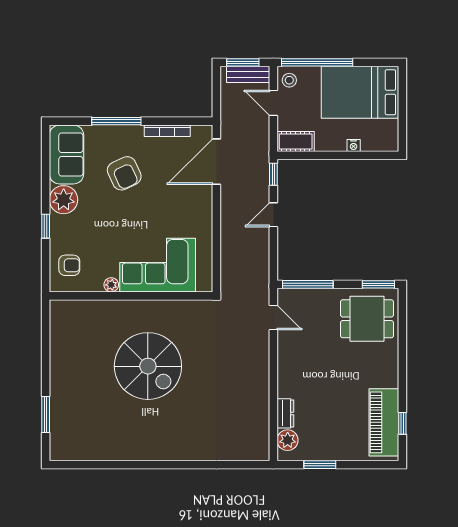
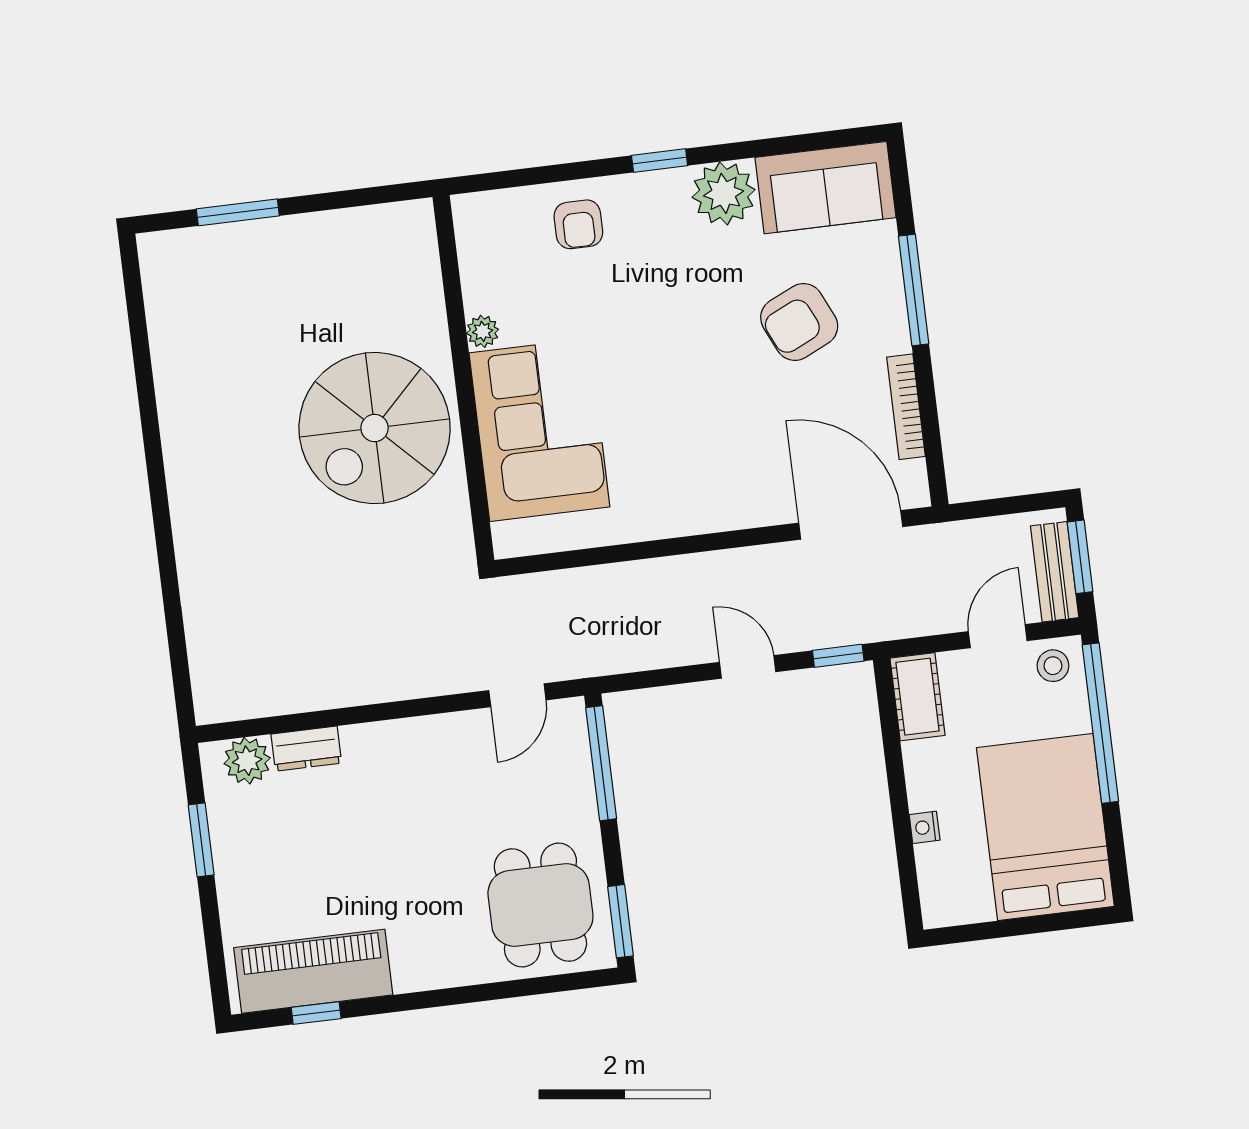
corner sofa: (158, 265) -> (539, 430), moved
plant: (111, 285) -> (483, 331), moved
wall: (131, 296) -> (463, 379), moved

